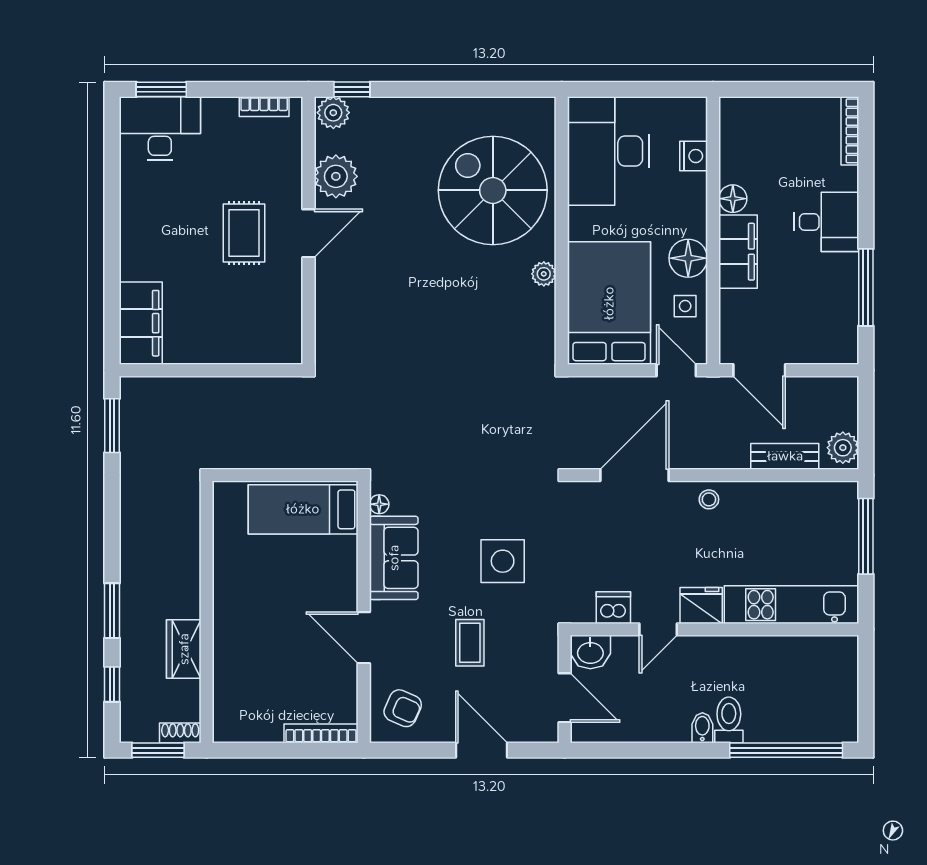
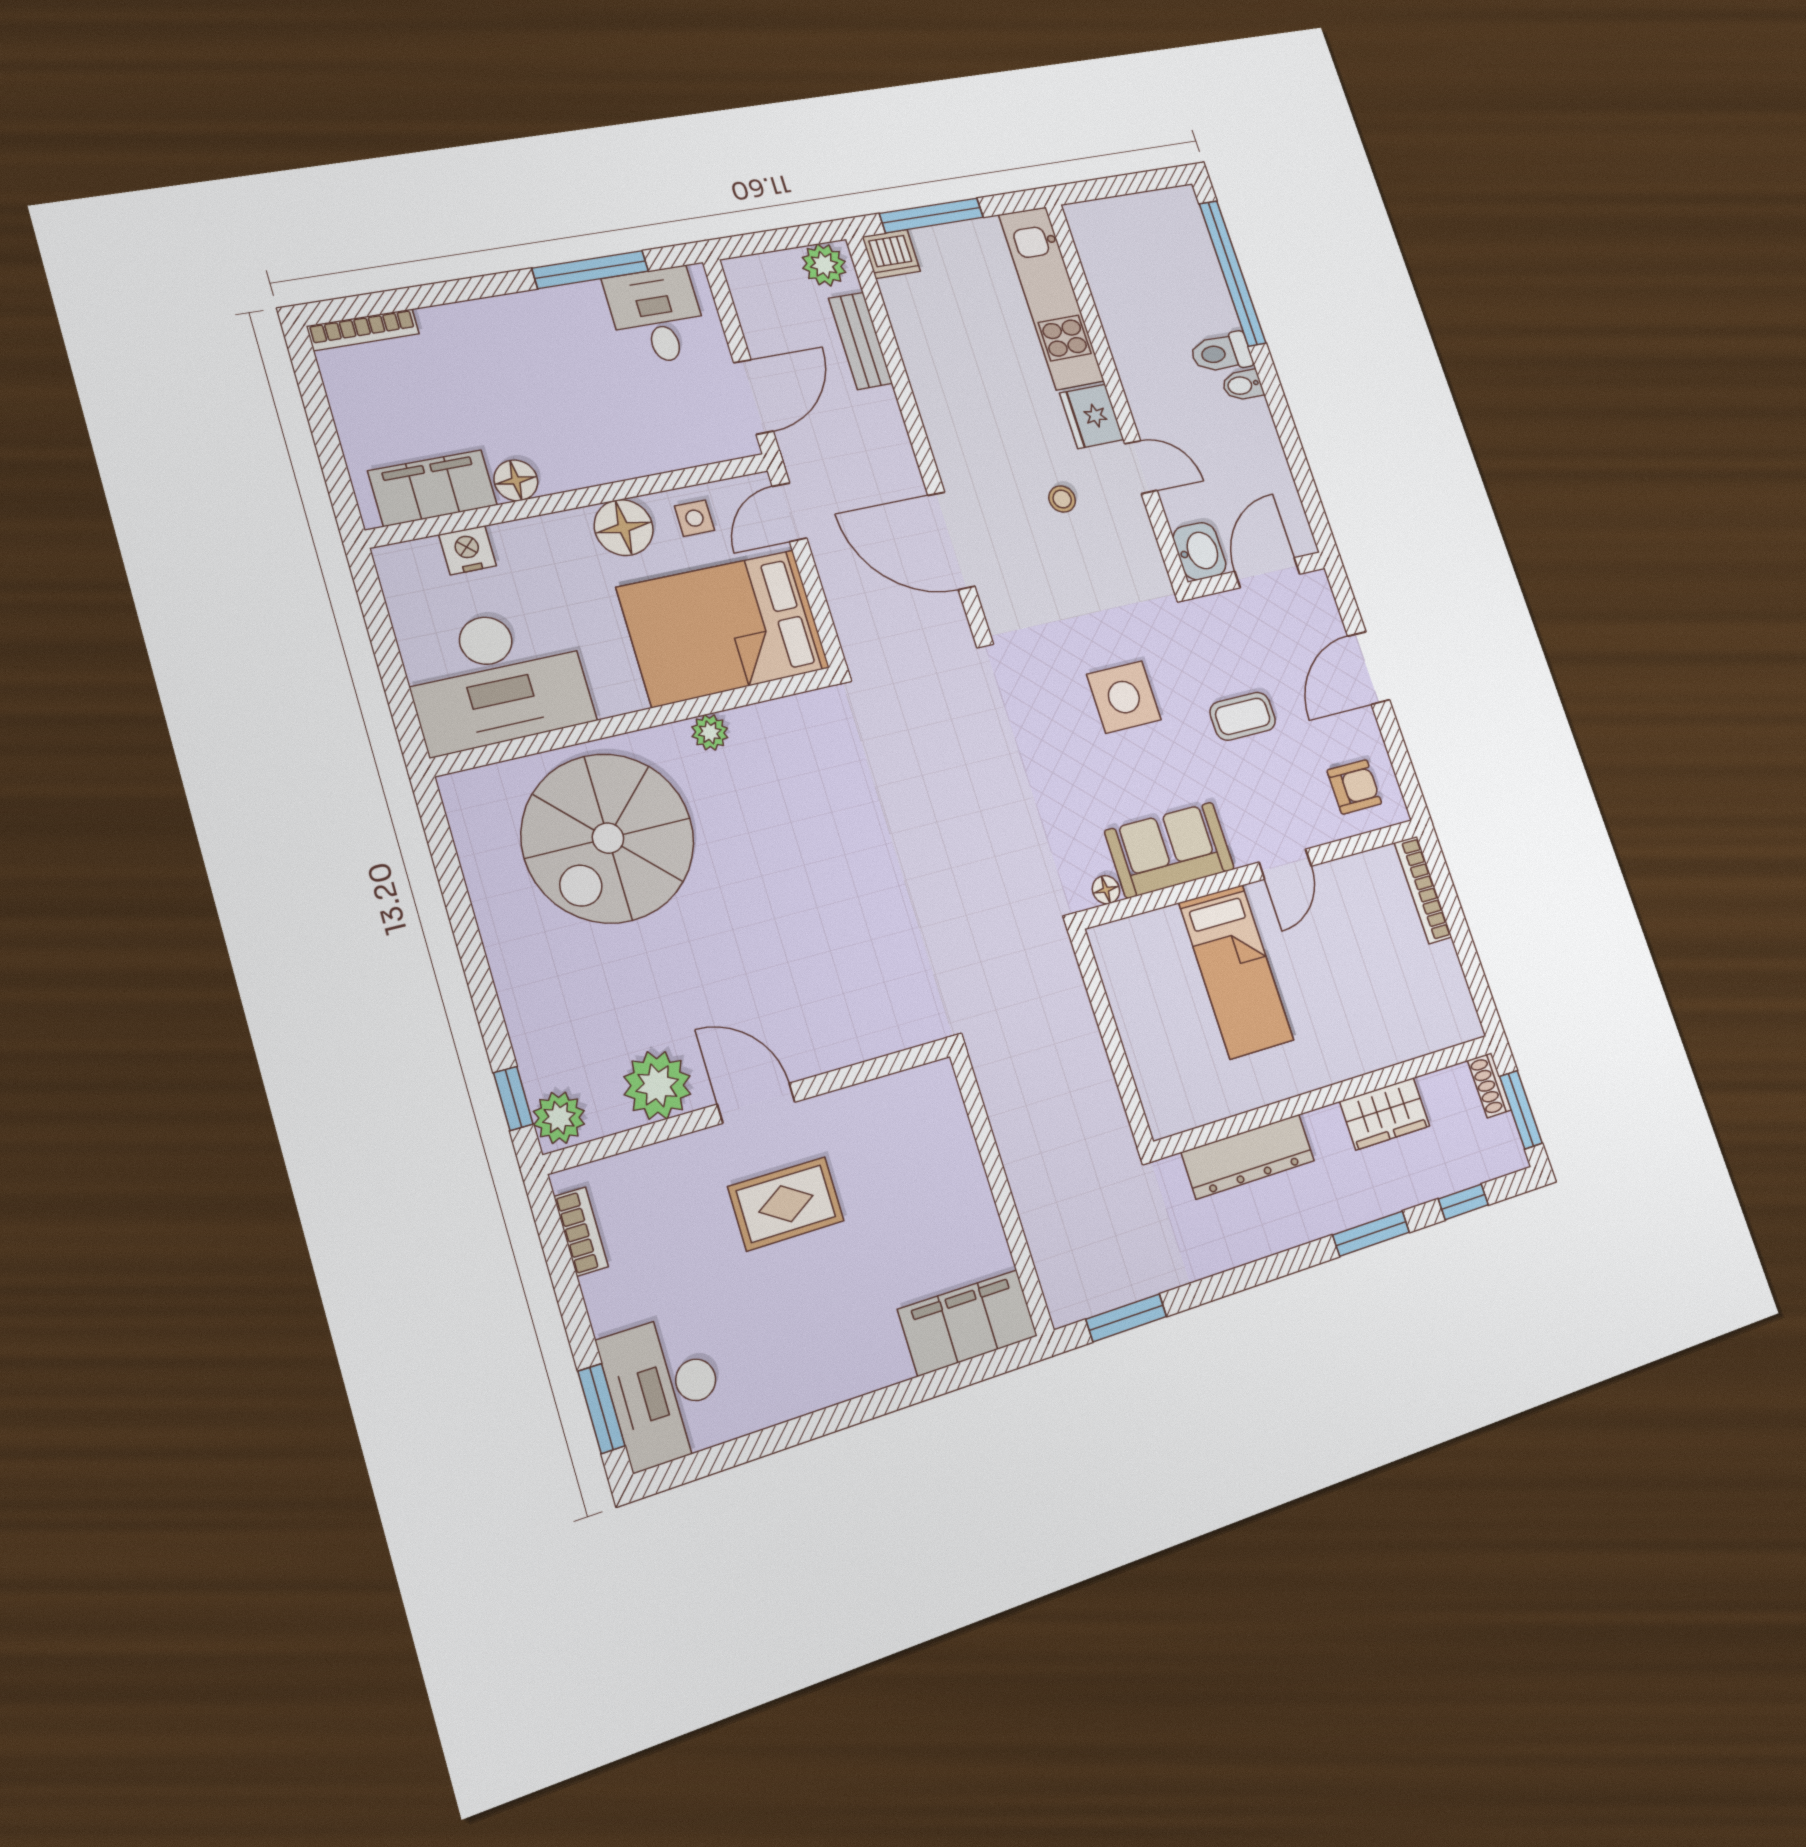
desk: (827, 222) -> (657, 316), moved
filing cabinet: (738, 252) -> (433, 488), moved
stool: (709, 499) -> (1062, 499), moved
bed: (303, 509) -> (1236, 971), moved
dresser: (185, 542) -> (1248, 1157), added
dishwasher: (613, 608) -> (891, 254), moved, turned -90
door: (364, 638) -> (1285, 864), width x0.73
armchair: (403, 708) -> (1354, 787), turned 66

